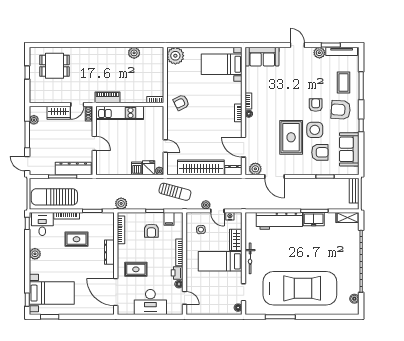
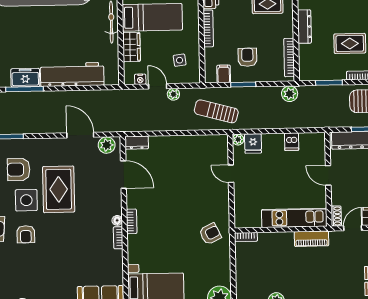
wardrobe: (201, 167) -> (181, 145), removed
dishwasher: (137, 168) -> (292, 142), moved

